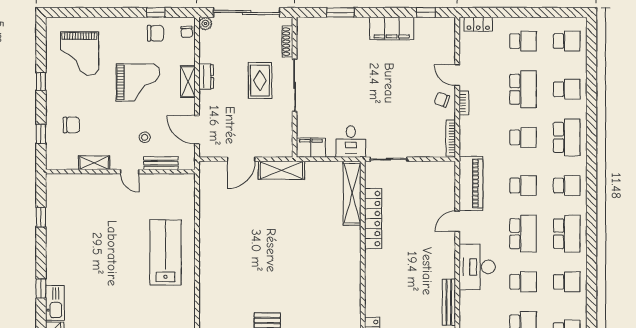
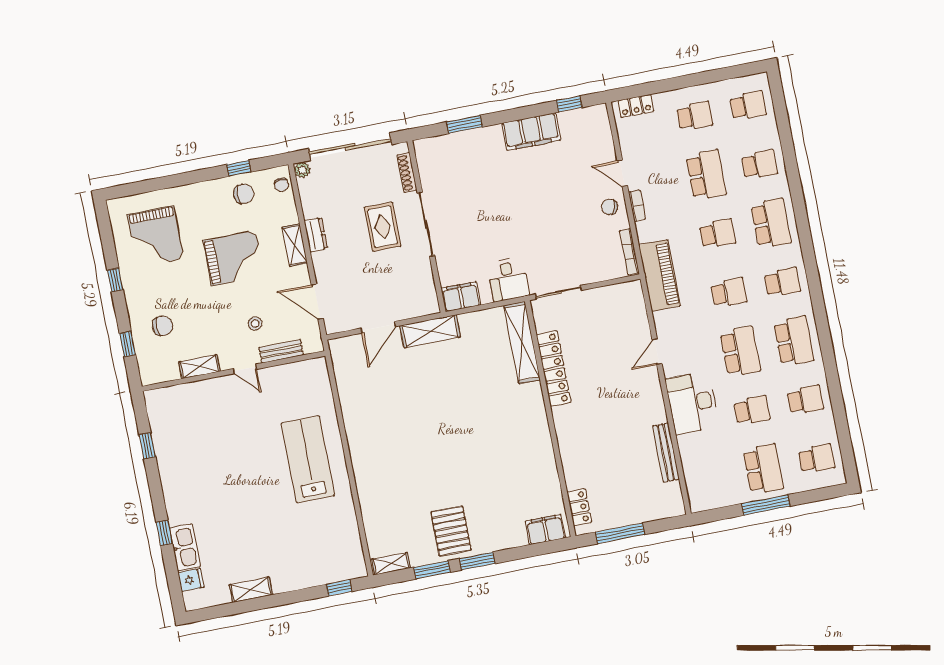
piano: (471, 183) -> (660, 275), moved

